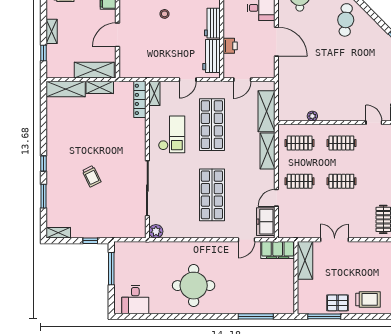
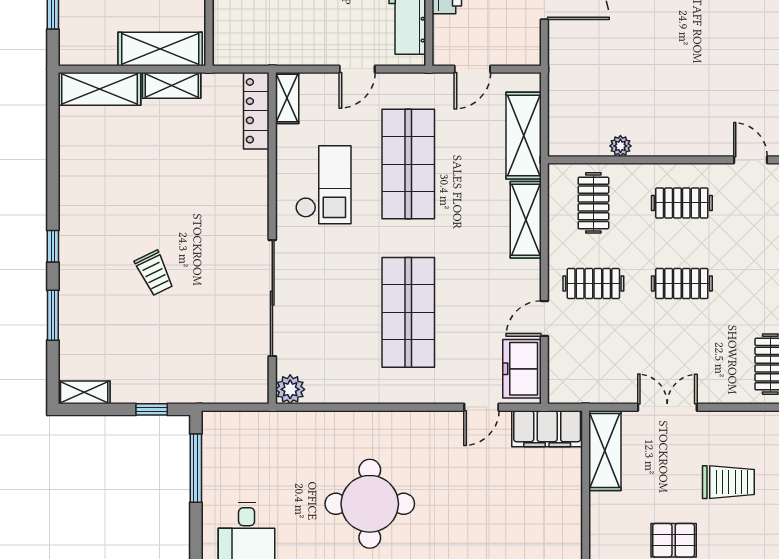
clothes rail: (300, 143) -> (593, 203), turned 90
trolley: (368, 299) -> (728, 482), moved

